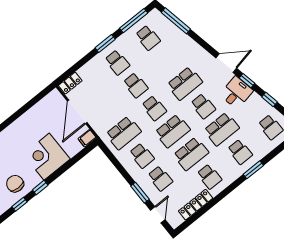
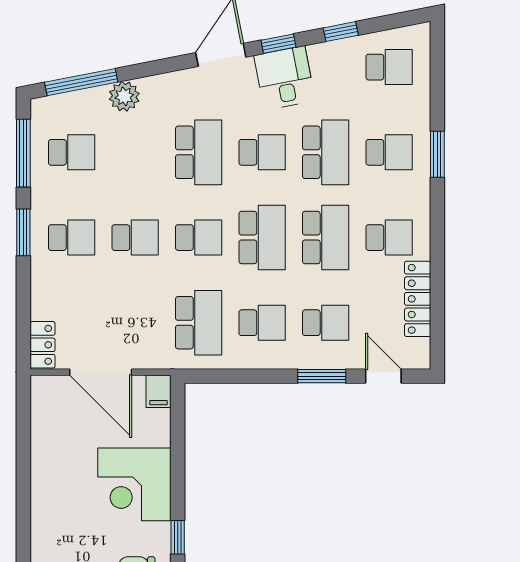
plant: (183, 40) -> (124, 96), added

